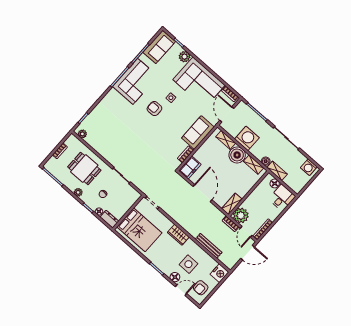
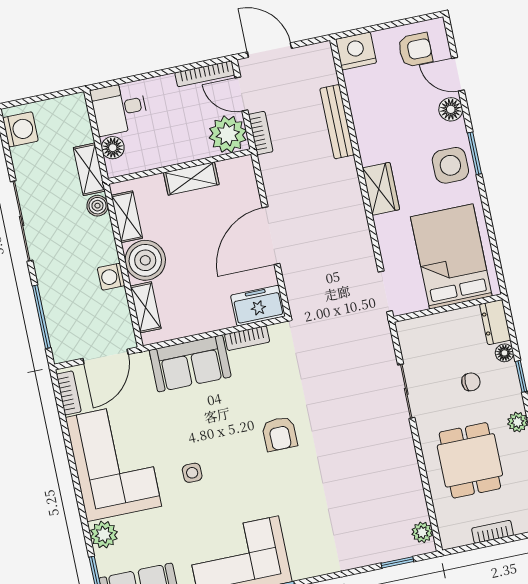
armchair: (154, 109) -> (280, 434), moved
washing machine: (247, 138) -> (111, 277), width x0.53, depth x0.53
shelving: (232, 204) -> (191, 179), moved
door: (246, 232) -> (241, 94), swing flipped
side table: (188, 264) -> (450, 165), moved

